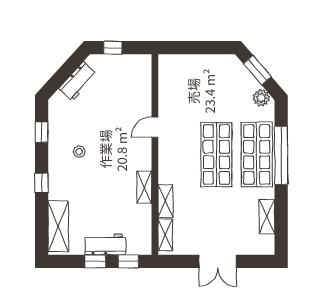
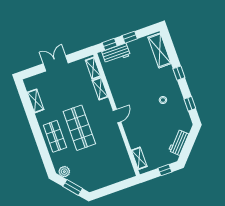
door: (155, 127) -> (117, 116), moved
shop shelf: (257, 155) -> (55, 136), width x0.70, depth x0.74
window: (281, 155) -> (40, 141), removed
shelving: (144, 187) -> (139, 158), moved
workbench: (105, 244) -> (116, 54), moved

